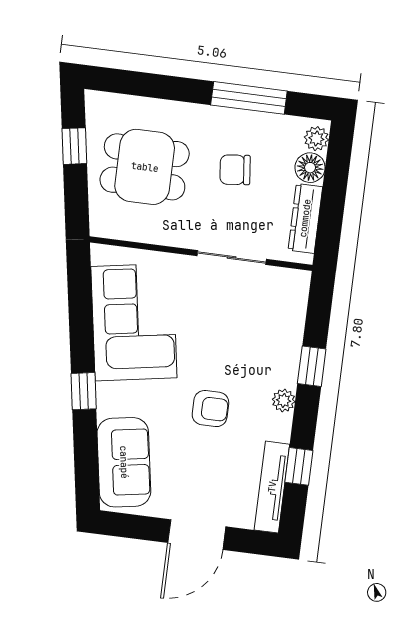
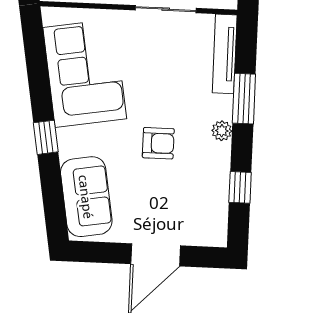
window: (312, 366) -> (244, 99), width x1.50
tv unit: (272, 487) -> (225, 54), moved

